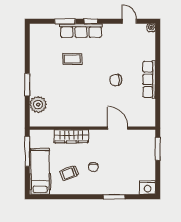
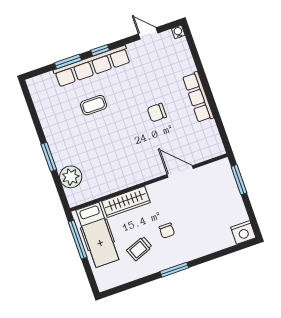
row of seats: (81, 31) -> (92, 66), width x1.36
hospital bed: (40, 171) -> (97, 235), moved, turned 180
window: (114, 197) -> (174, 270), moved

